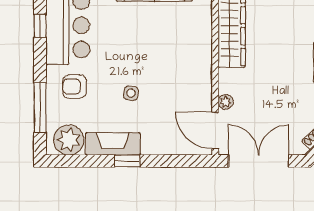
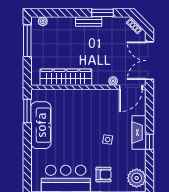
armchair: (74, 87) -> (104, 175), turned -90
fireplace: (113, 144) -> (139, 133), moved

